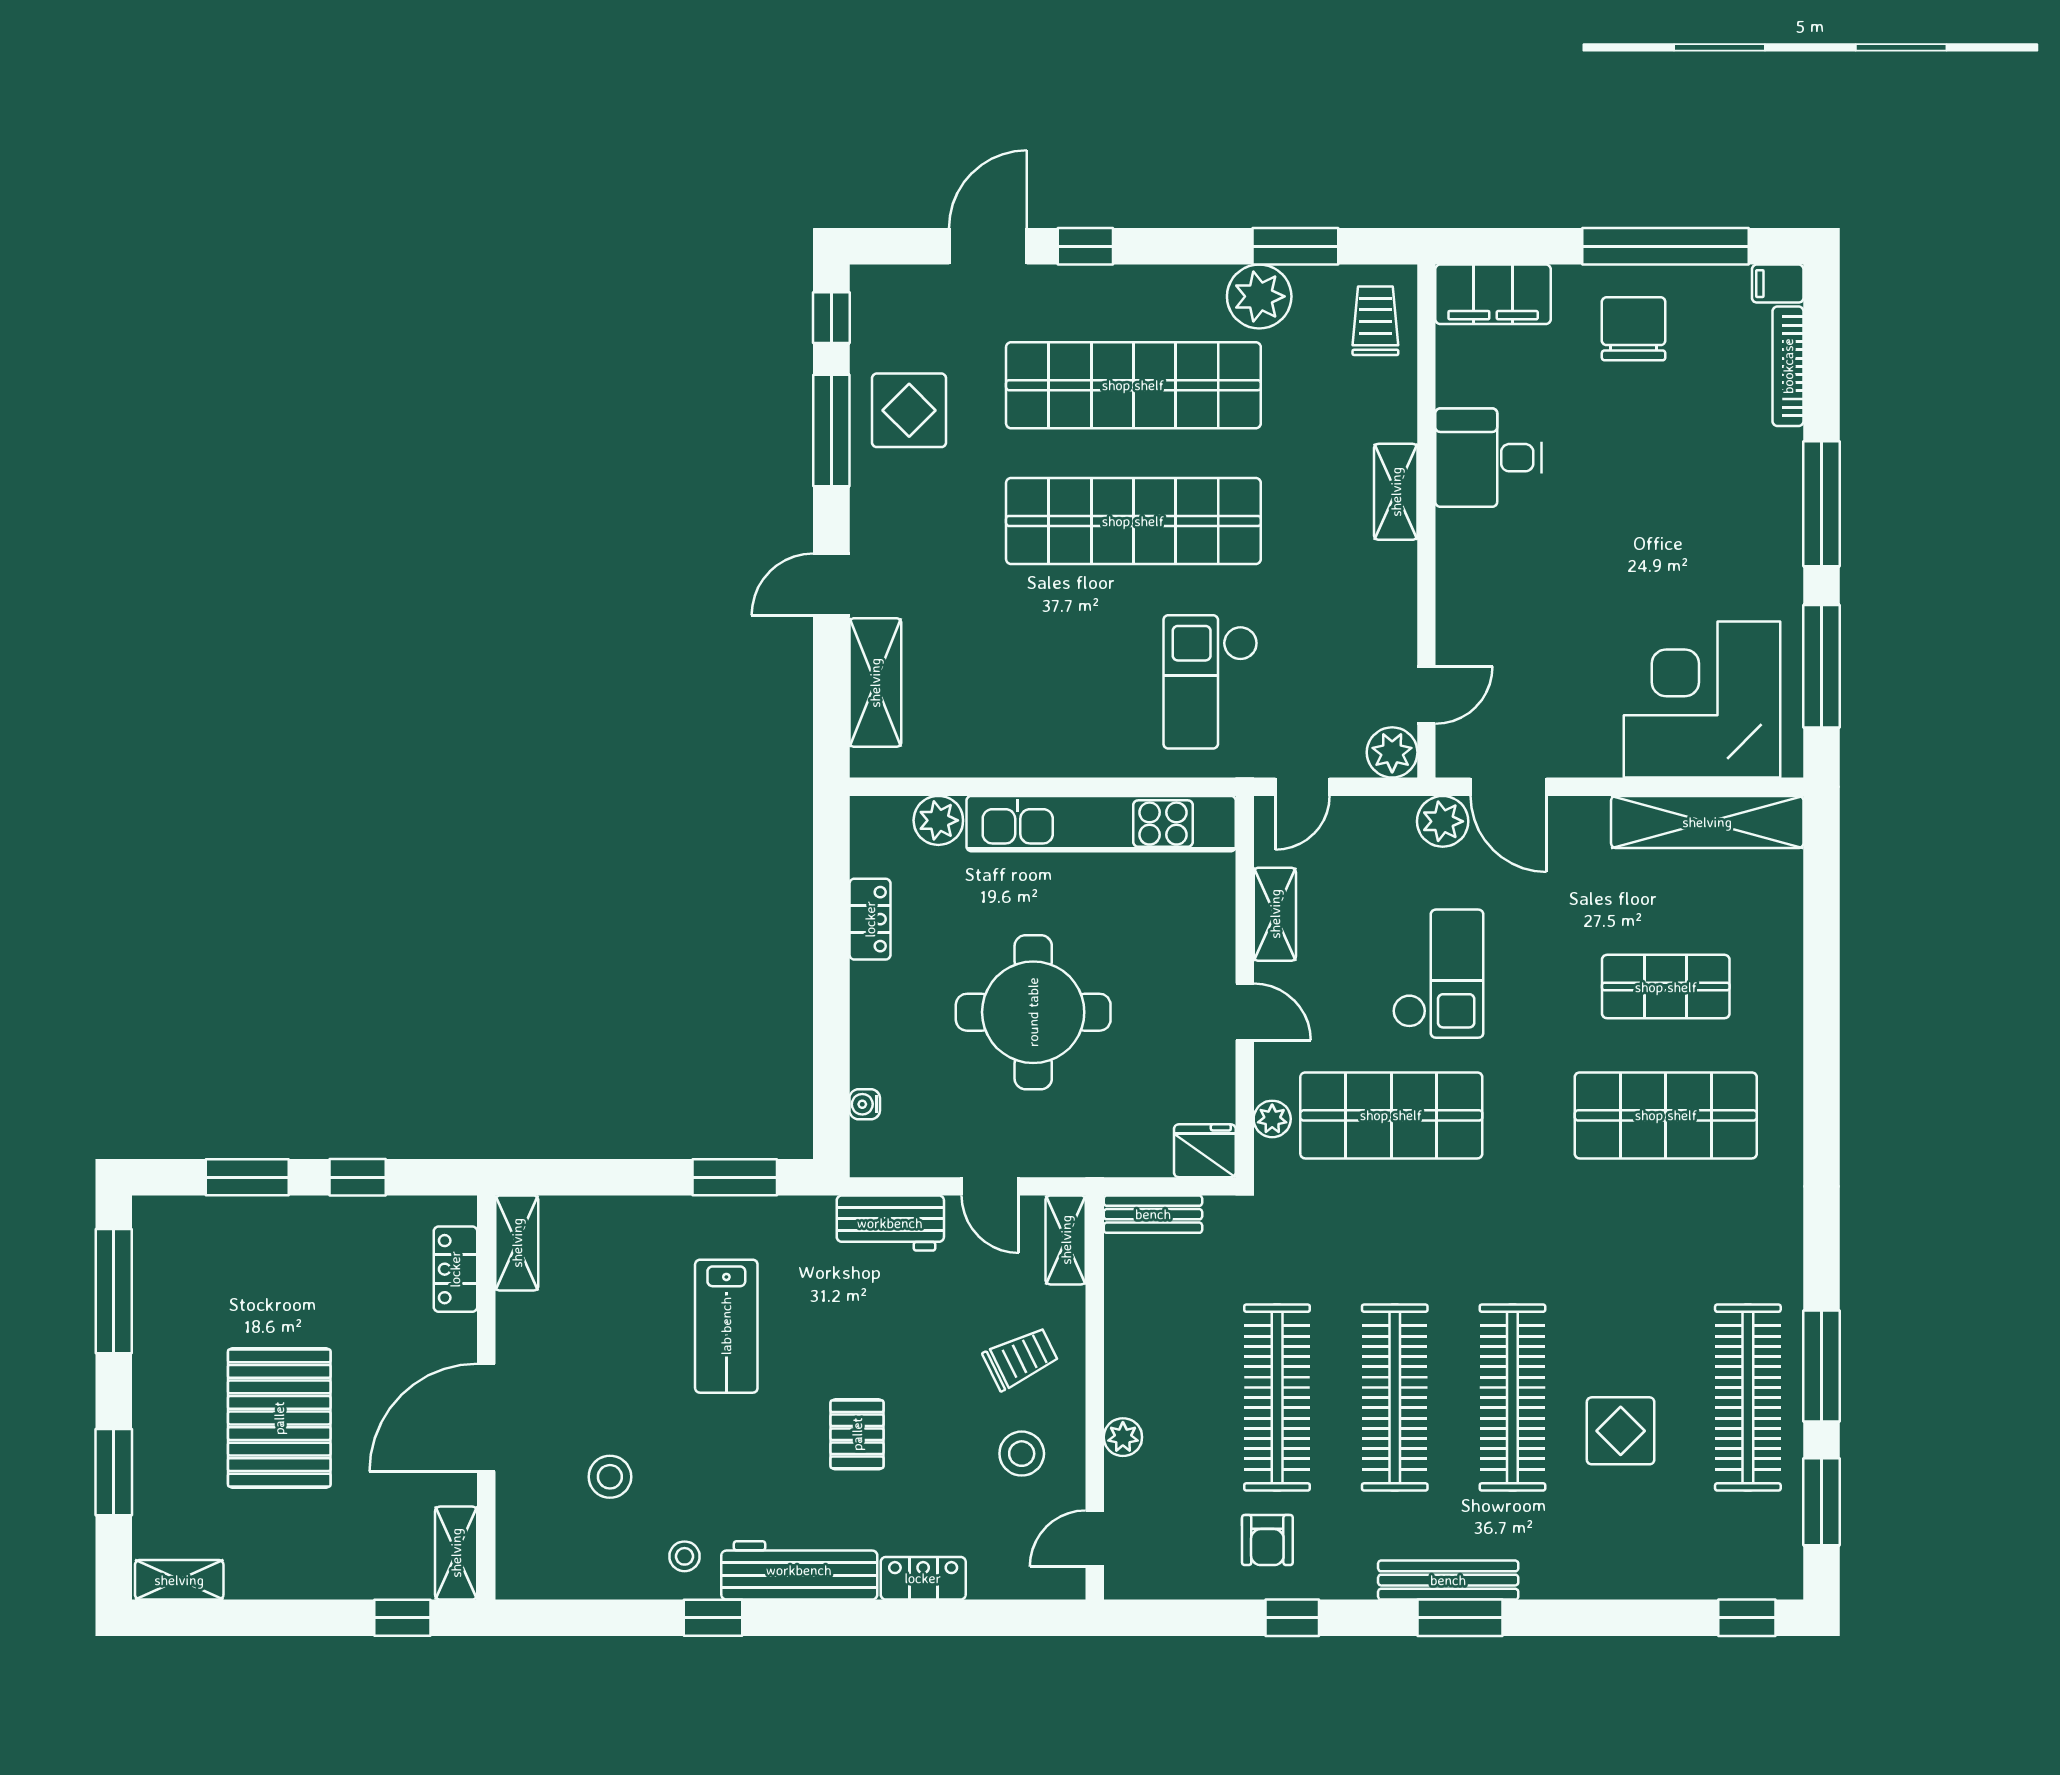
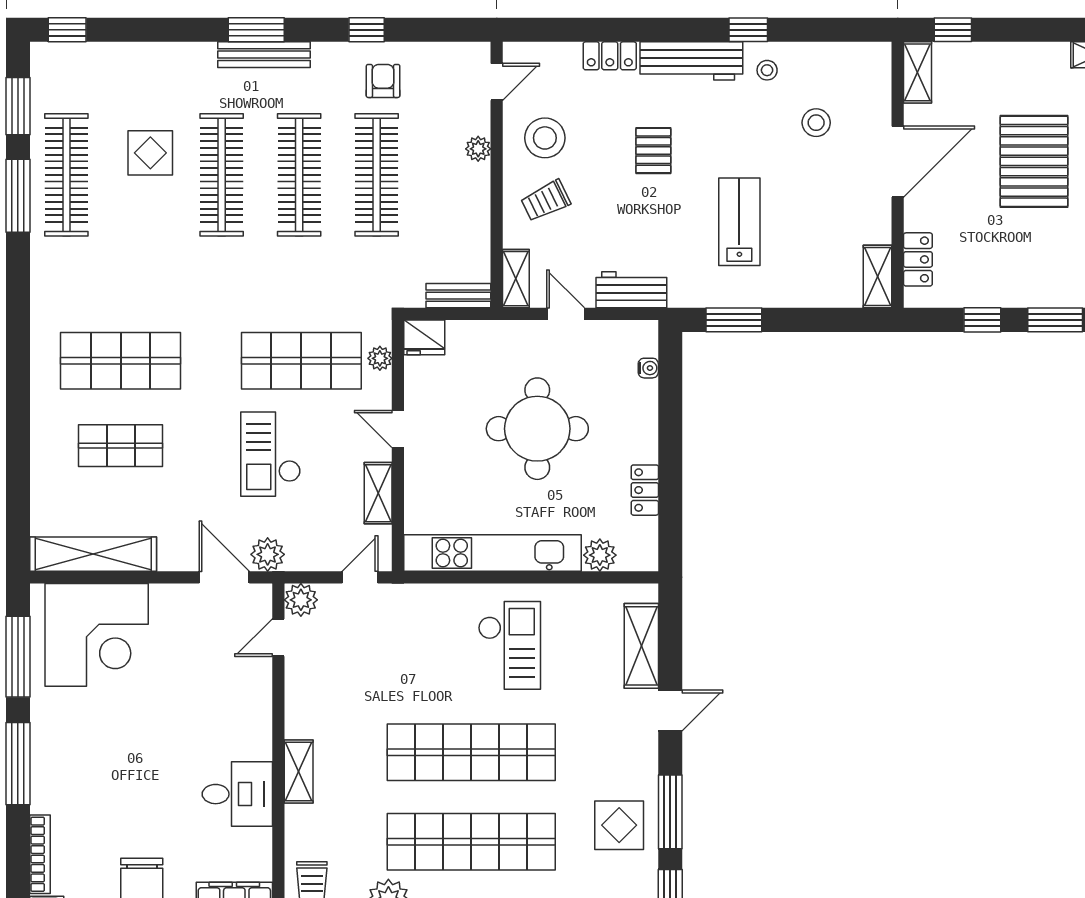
checkout: (1210, 682) -> (509, 645), moved
stool: (1022, 1454) -> (545, 138), width x1.38, depth x1.38

